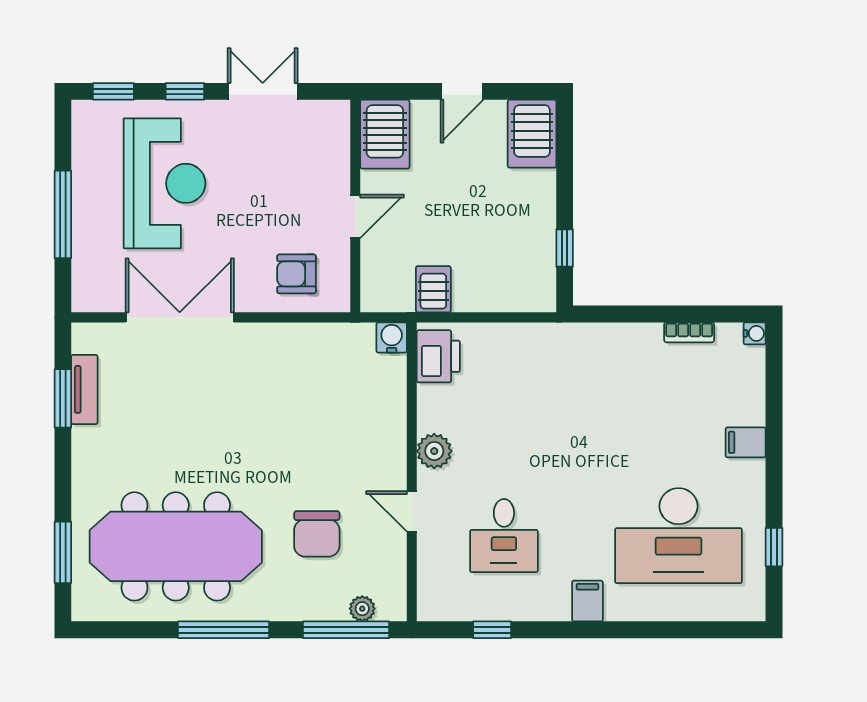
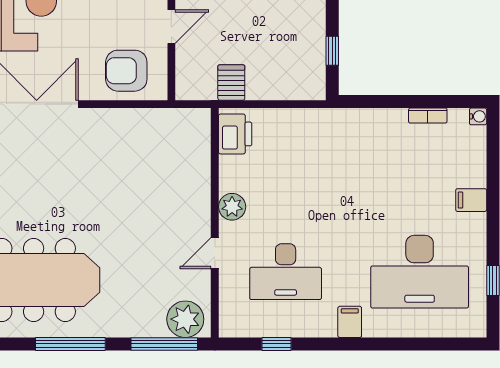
armchair: (296, 274) -> (126, 71), width x1.38, depth x1.38
water cooler: (392, 338) -> (199, 120), removed
door: (412, 511) -> (215, 253), hinge flipped
chair: (317, 534) -> (142, 270), removed
desk: (504, 536) -> (286, 272), width x1.37
plant: (362, 609) -> (185, 319), width x1.88, depth x1.88

